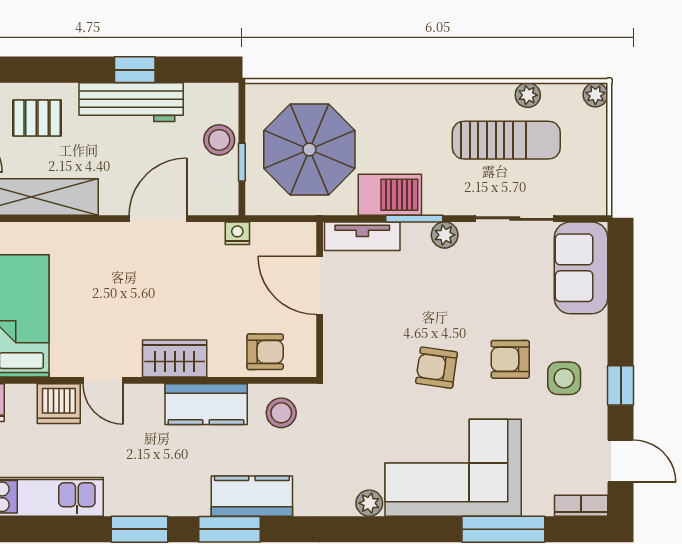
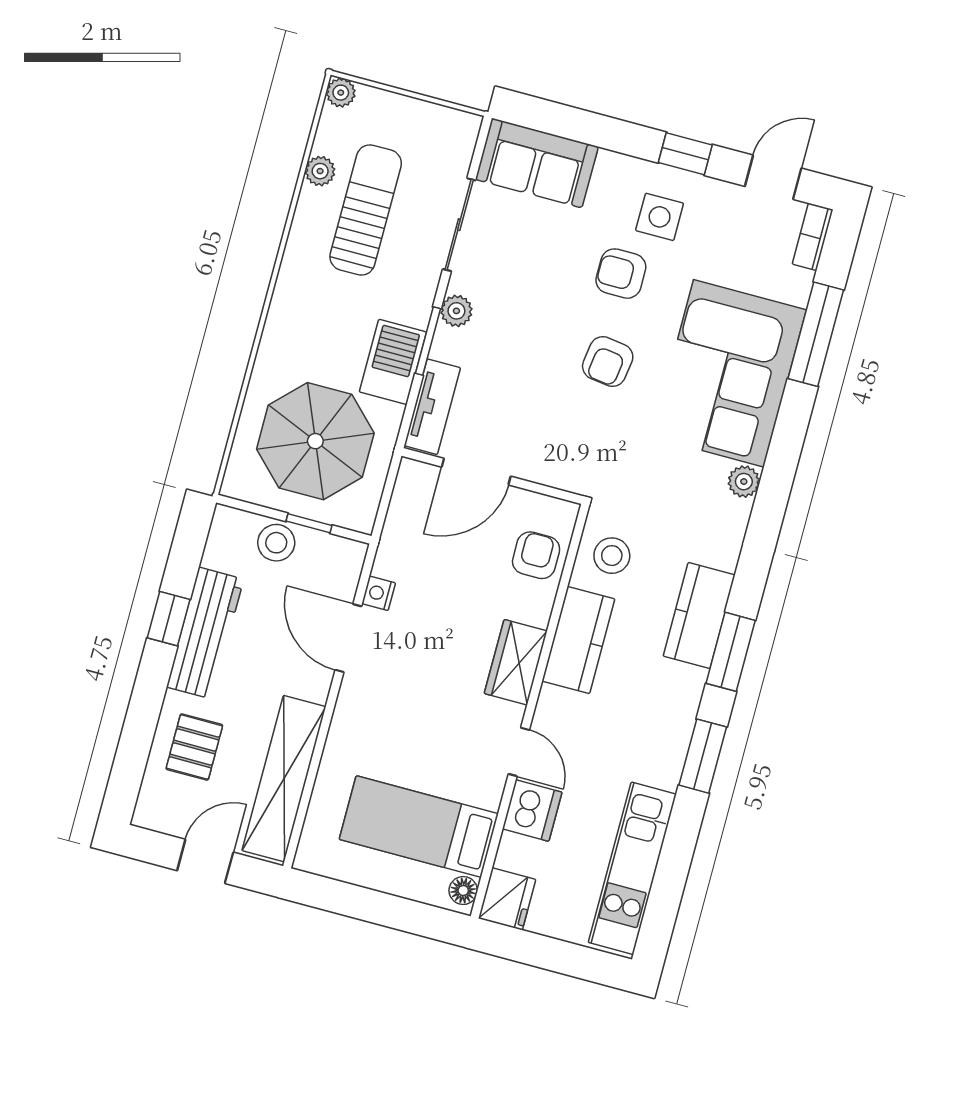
nightstand: (237, 233) -> (379, 593), moved
armchair: (510, 359) -> (621, 274), turned 90
door: (103, 380) -> (519, 752), hinge flipped

